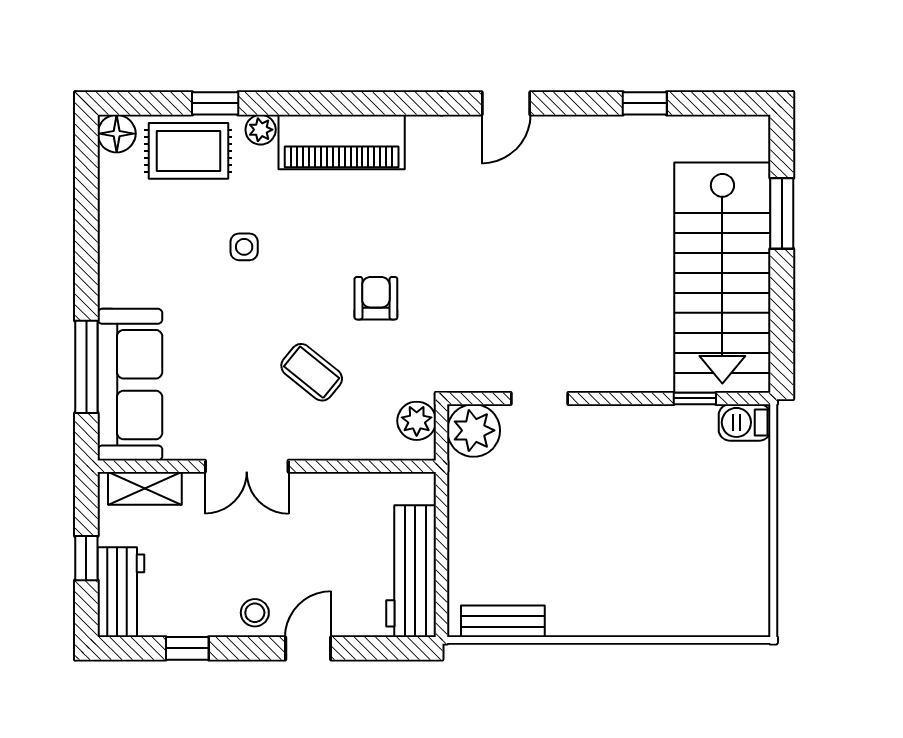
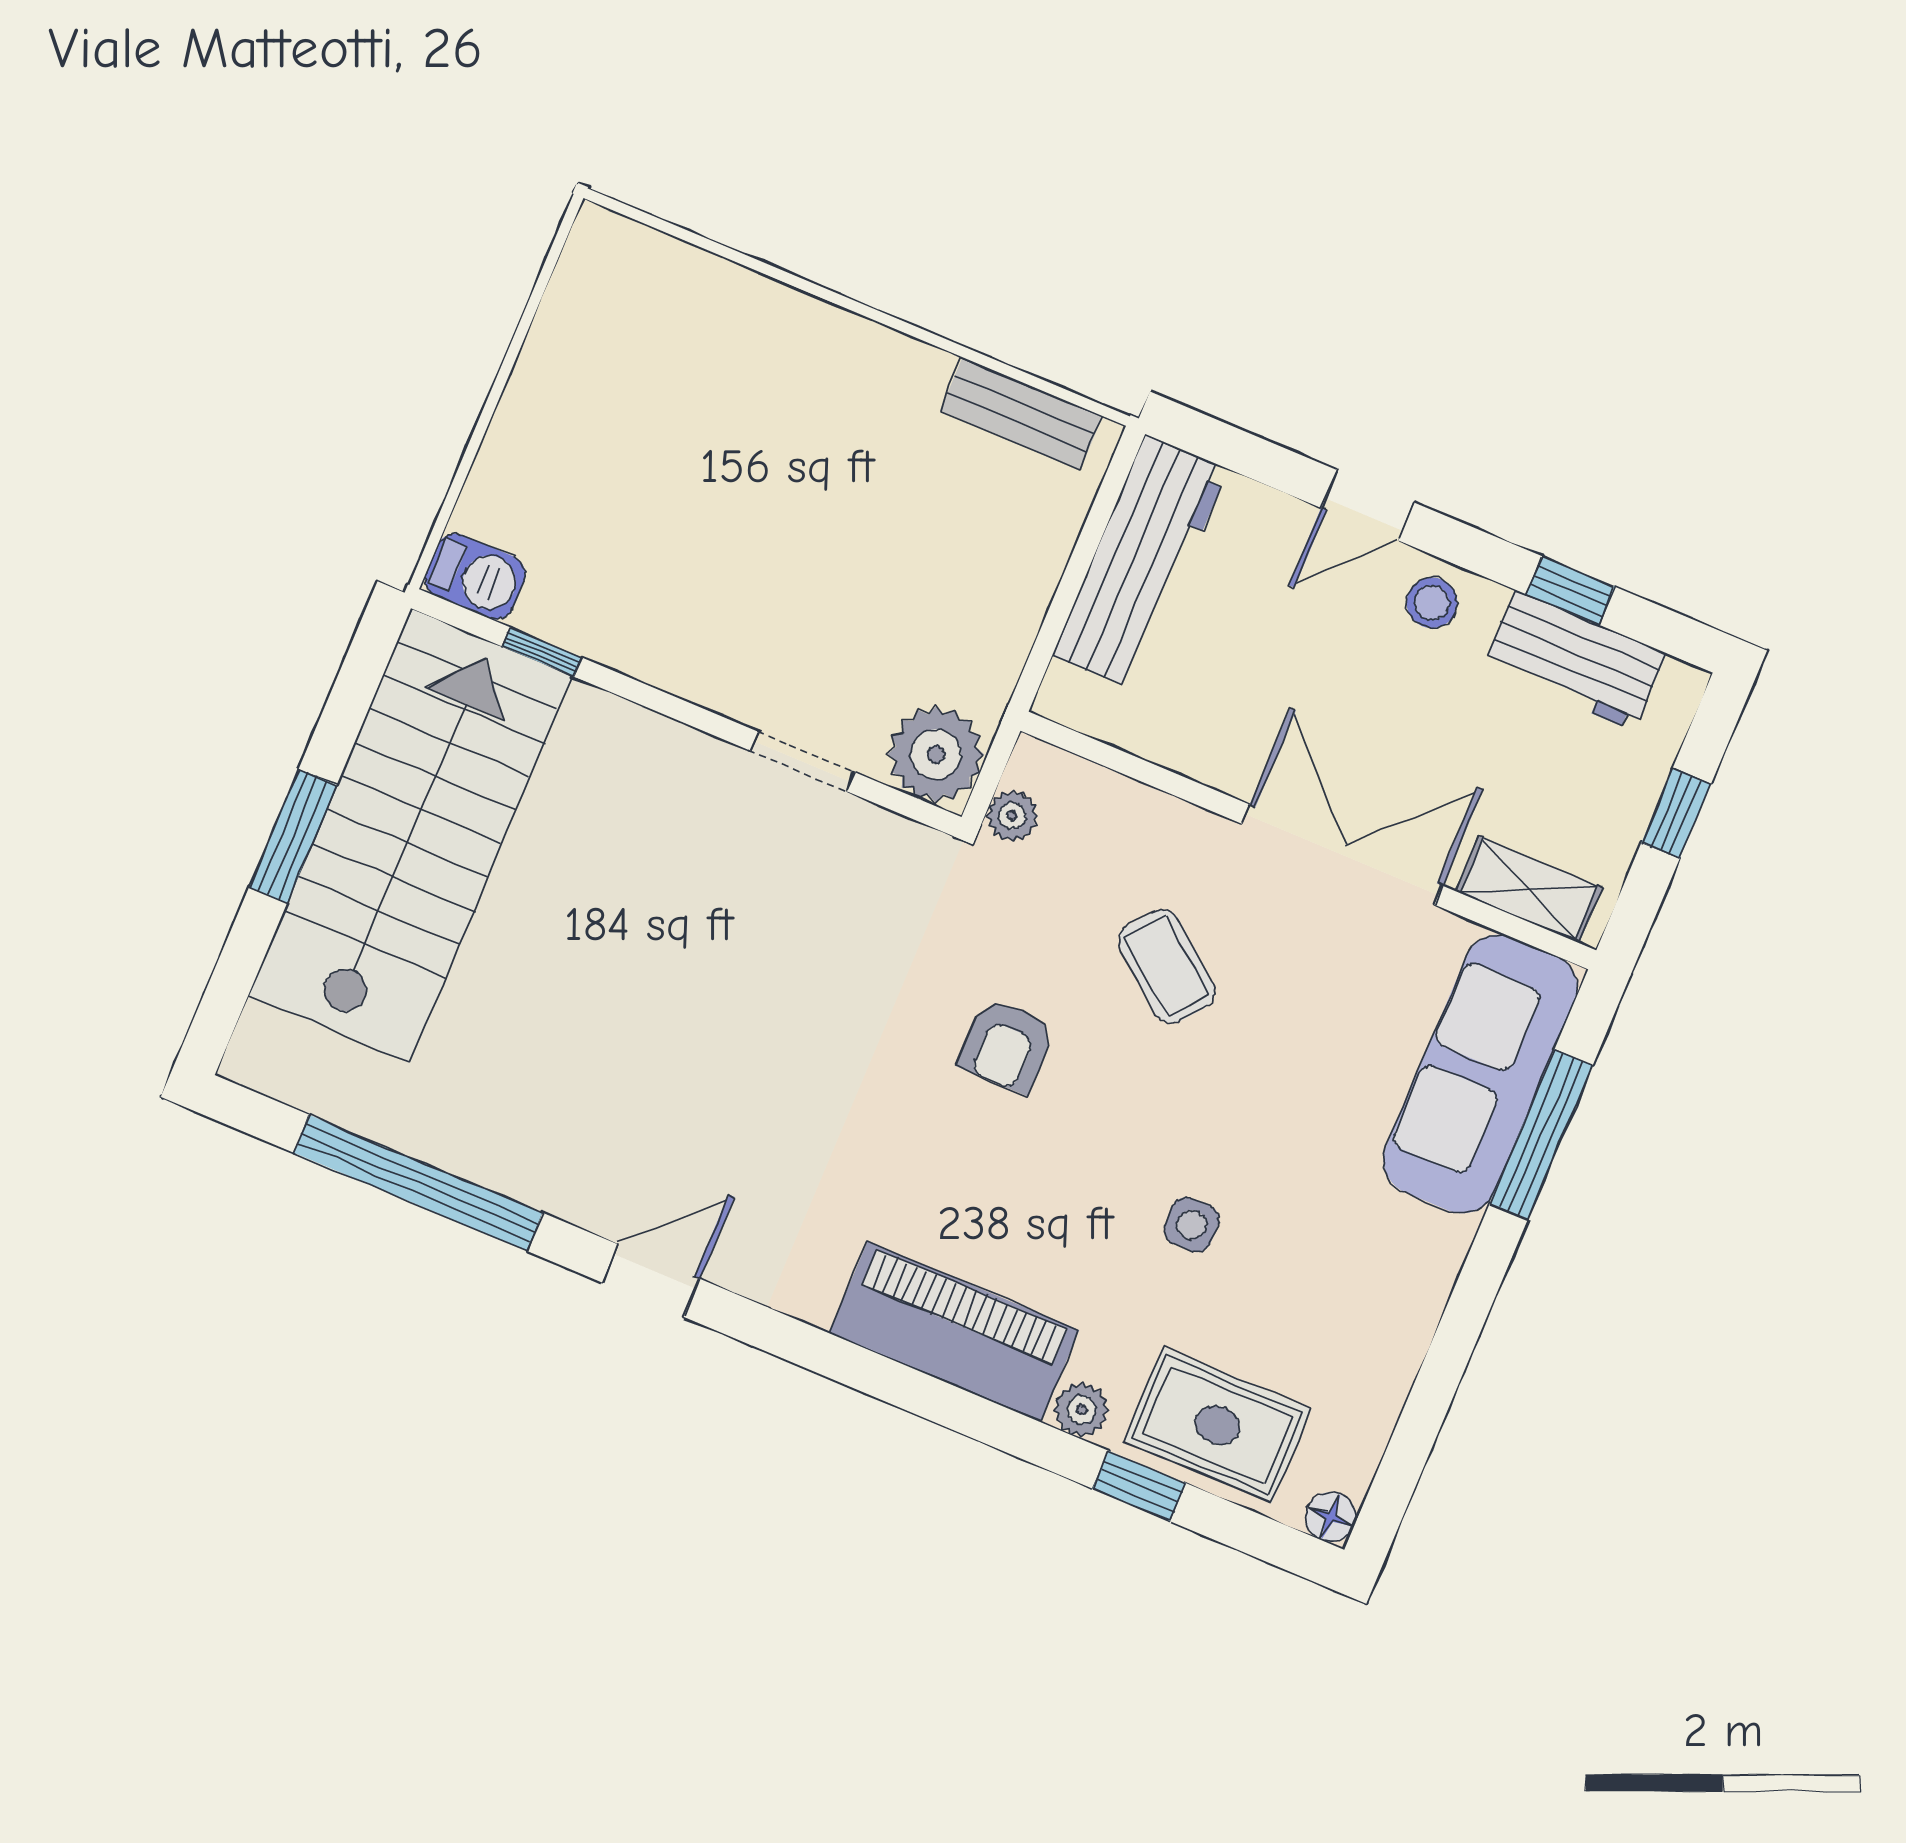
window: (645, 103) -> (418, 1183), width x3.17
floor lamp: (117, 134) -> (1331, 1517), width x0.73, depth x0.73
window: (782, 213) -> (293, 836), moved
plant: (417, 421) -> (1012, 816), width x0.73, depth x0.73
double door: (247, 466) -> (1342, 855), width x1.37
workbench: (121, 592) -> (1575, 660), moved, turned -90

